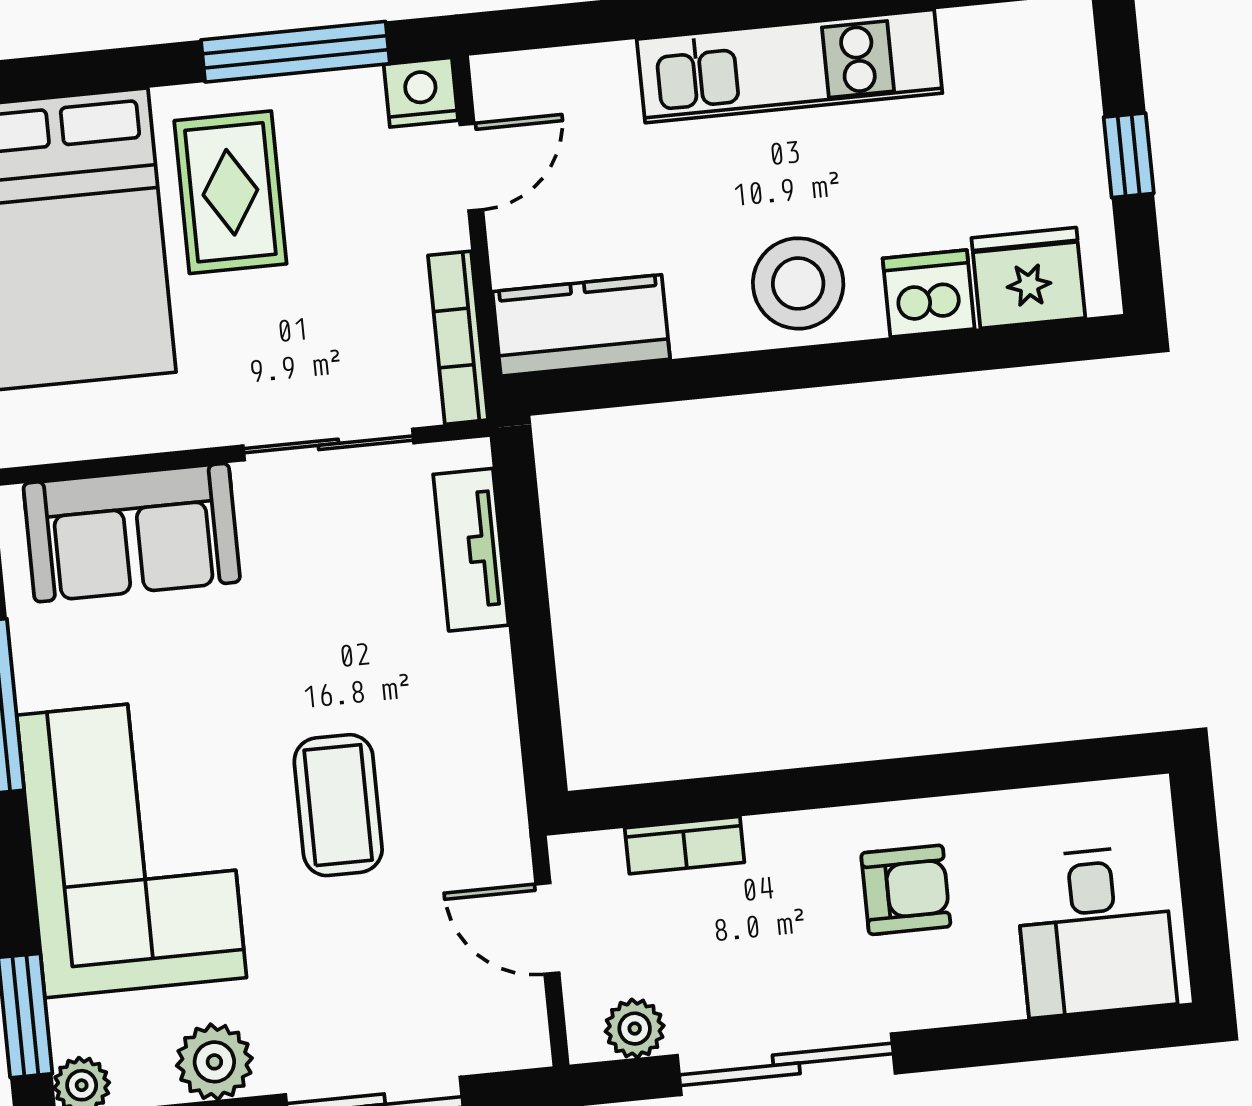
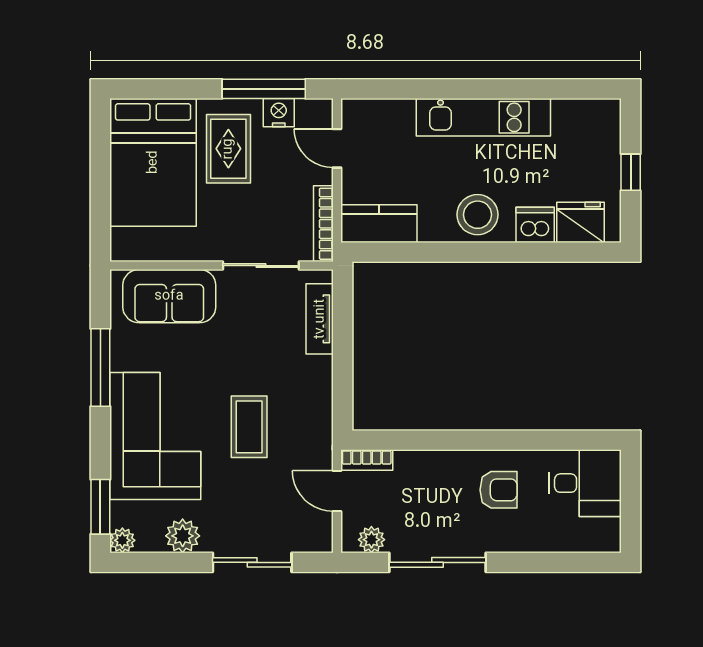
nightstand: (421, 92) -> (279, 113), moved
door: (471, 167) -> (337, 148), swing flipped
bookcase: (685, 845) -> (367, 460), moved
desk: (1095, 931) -> (585, 483), moved, turned -90

